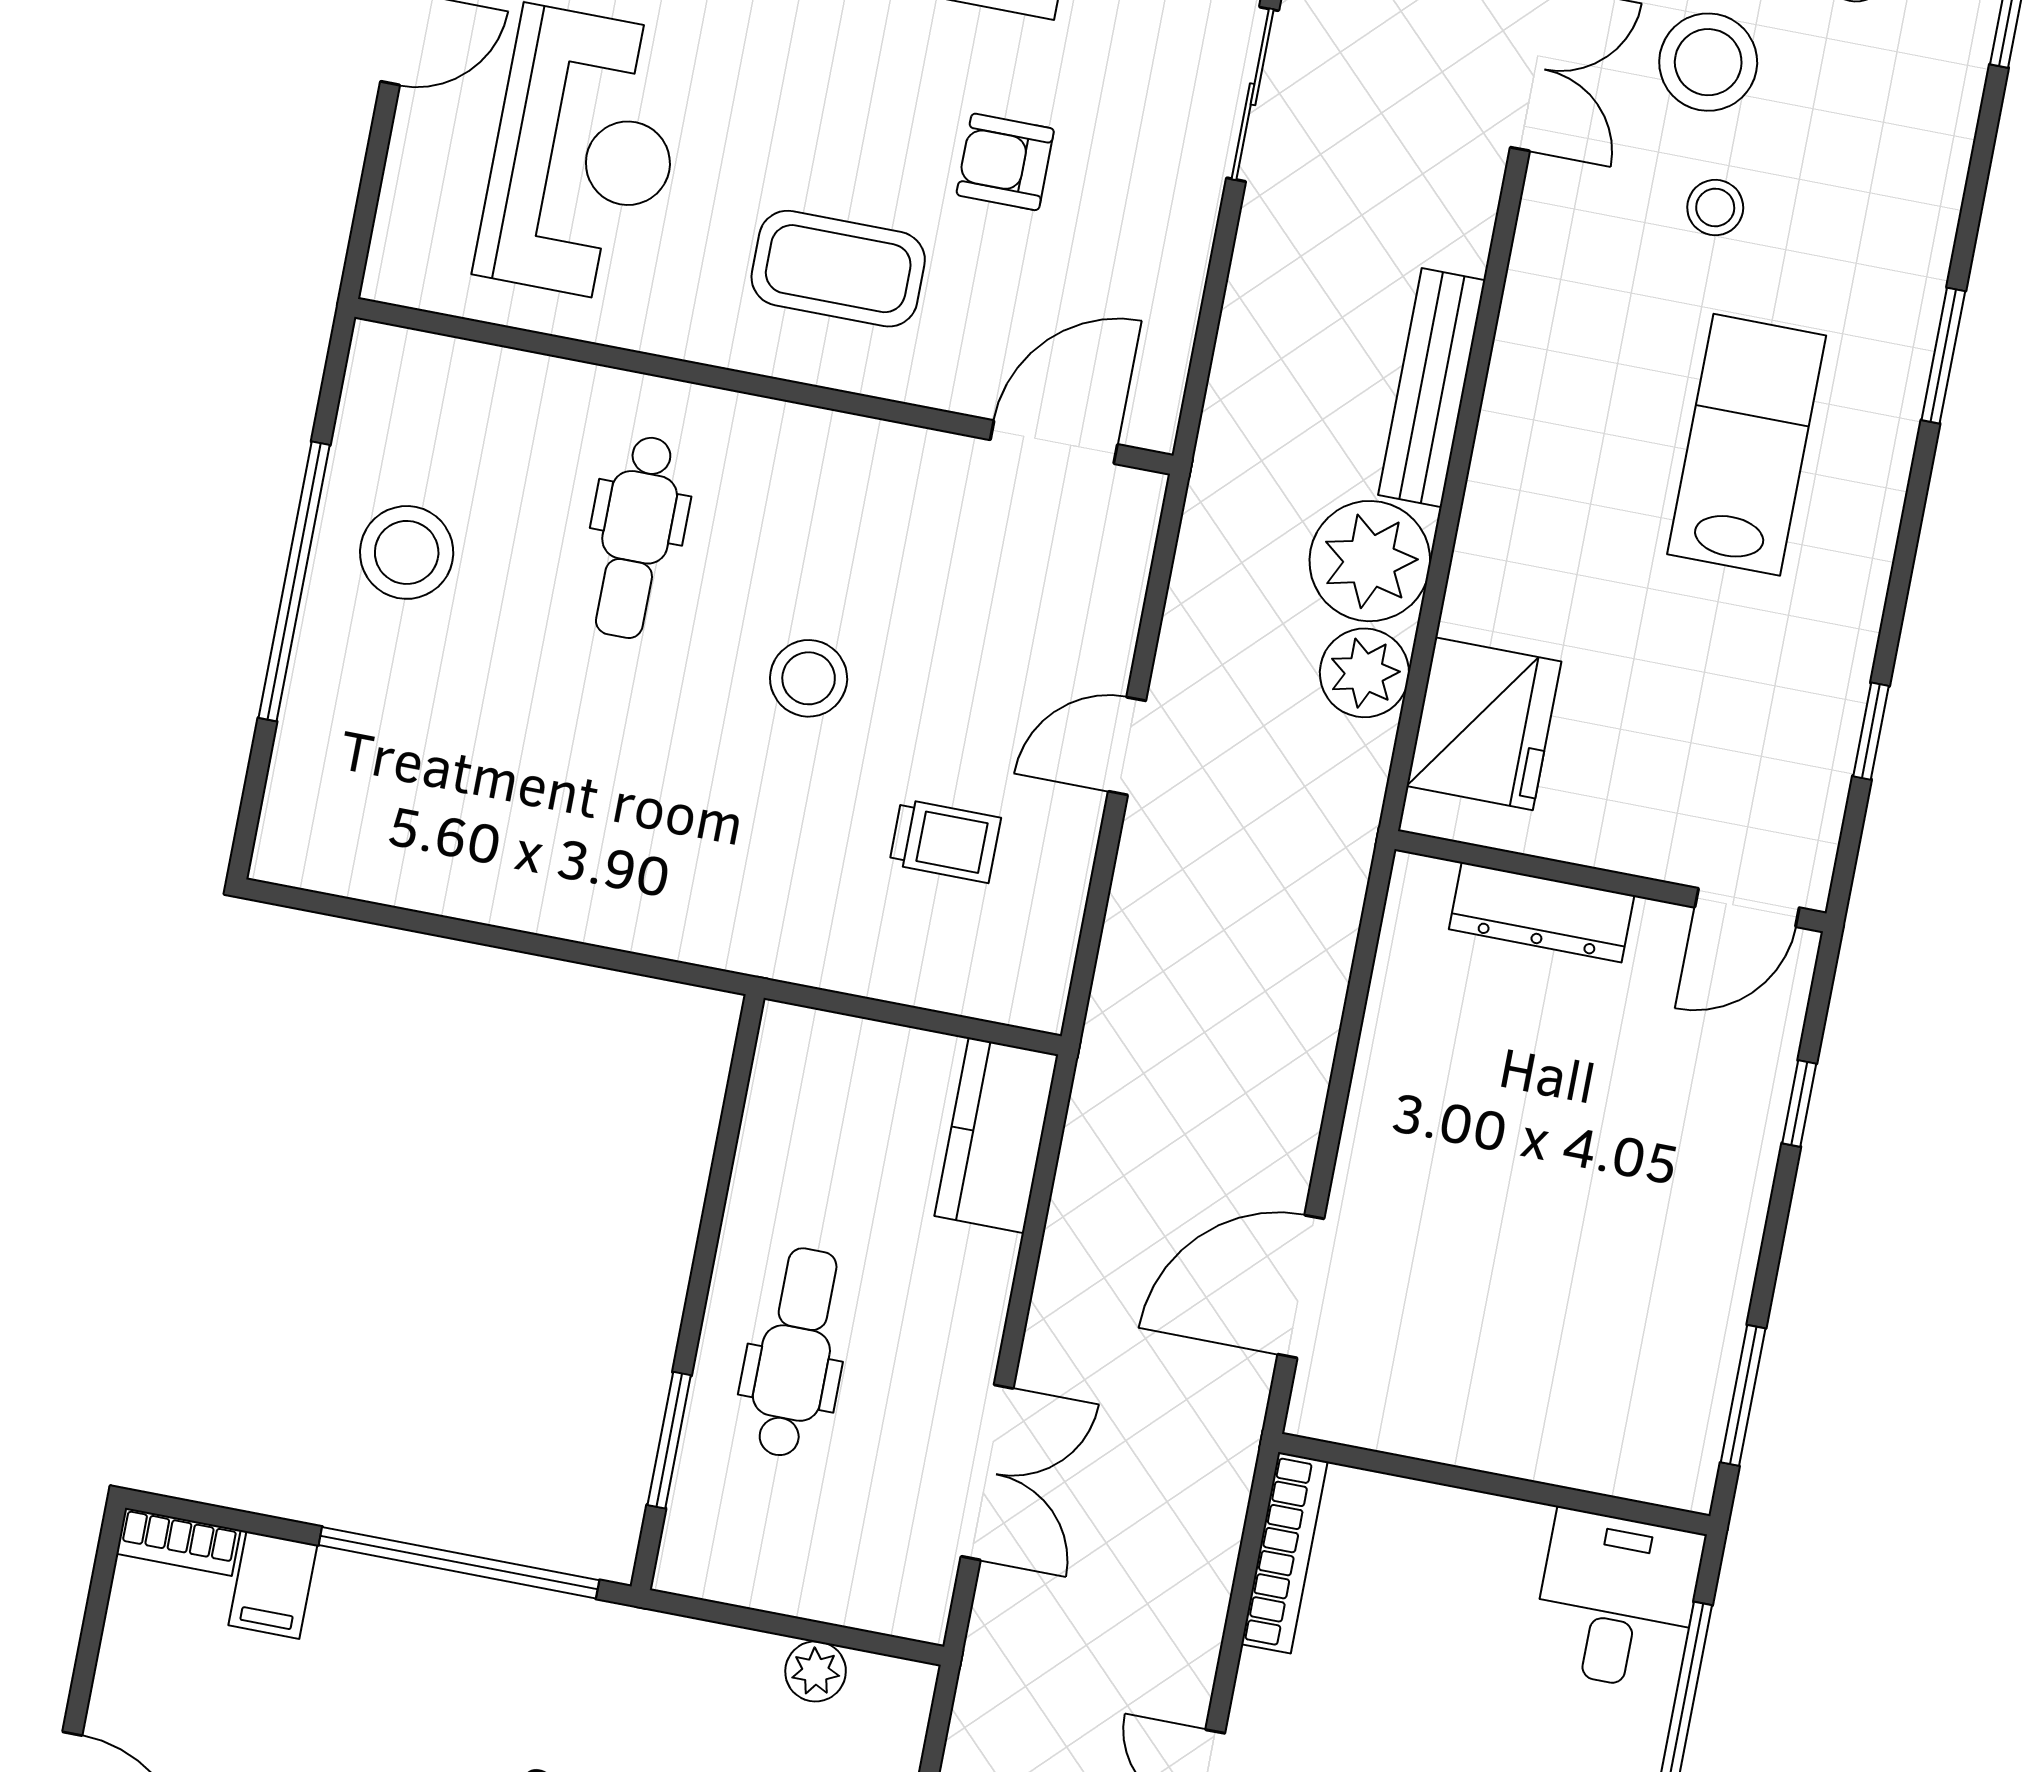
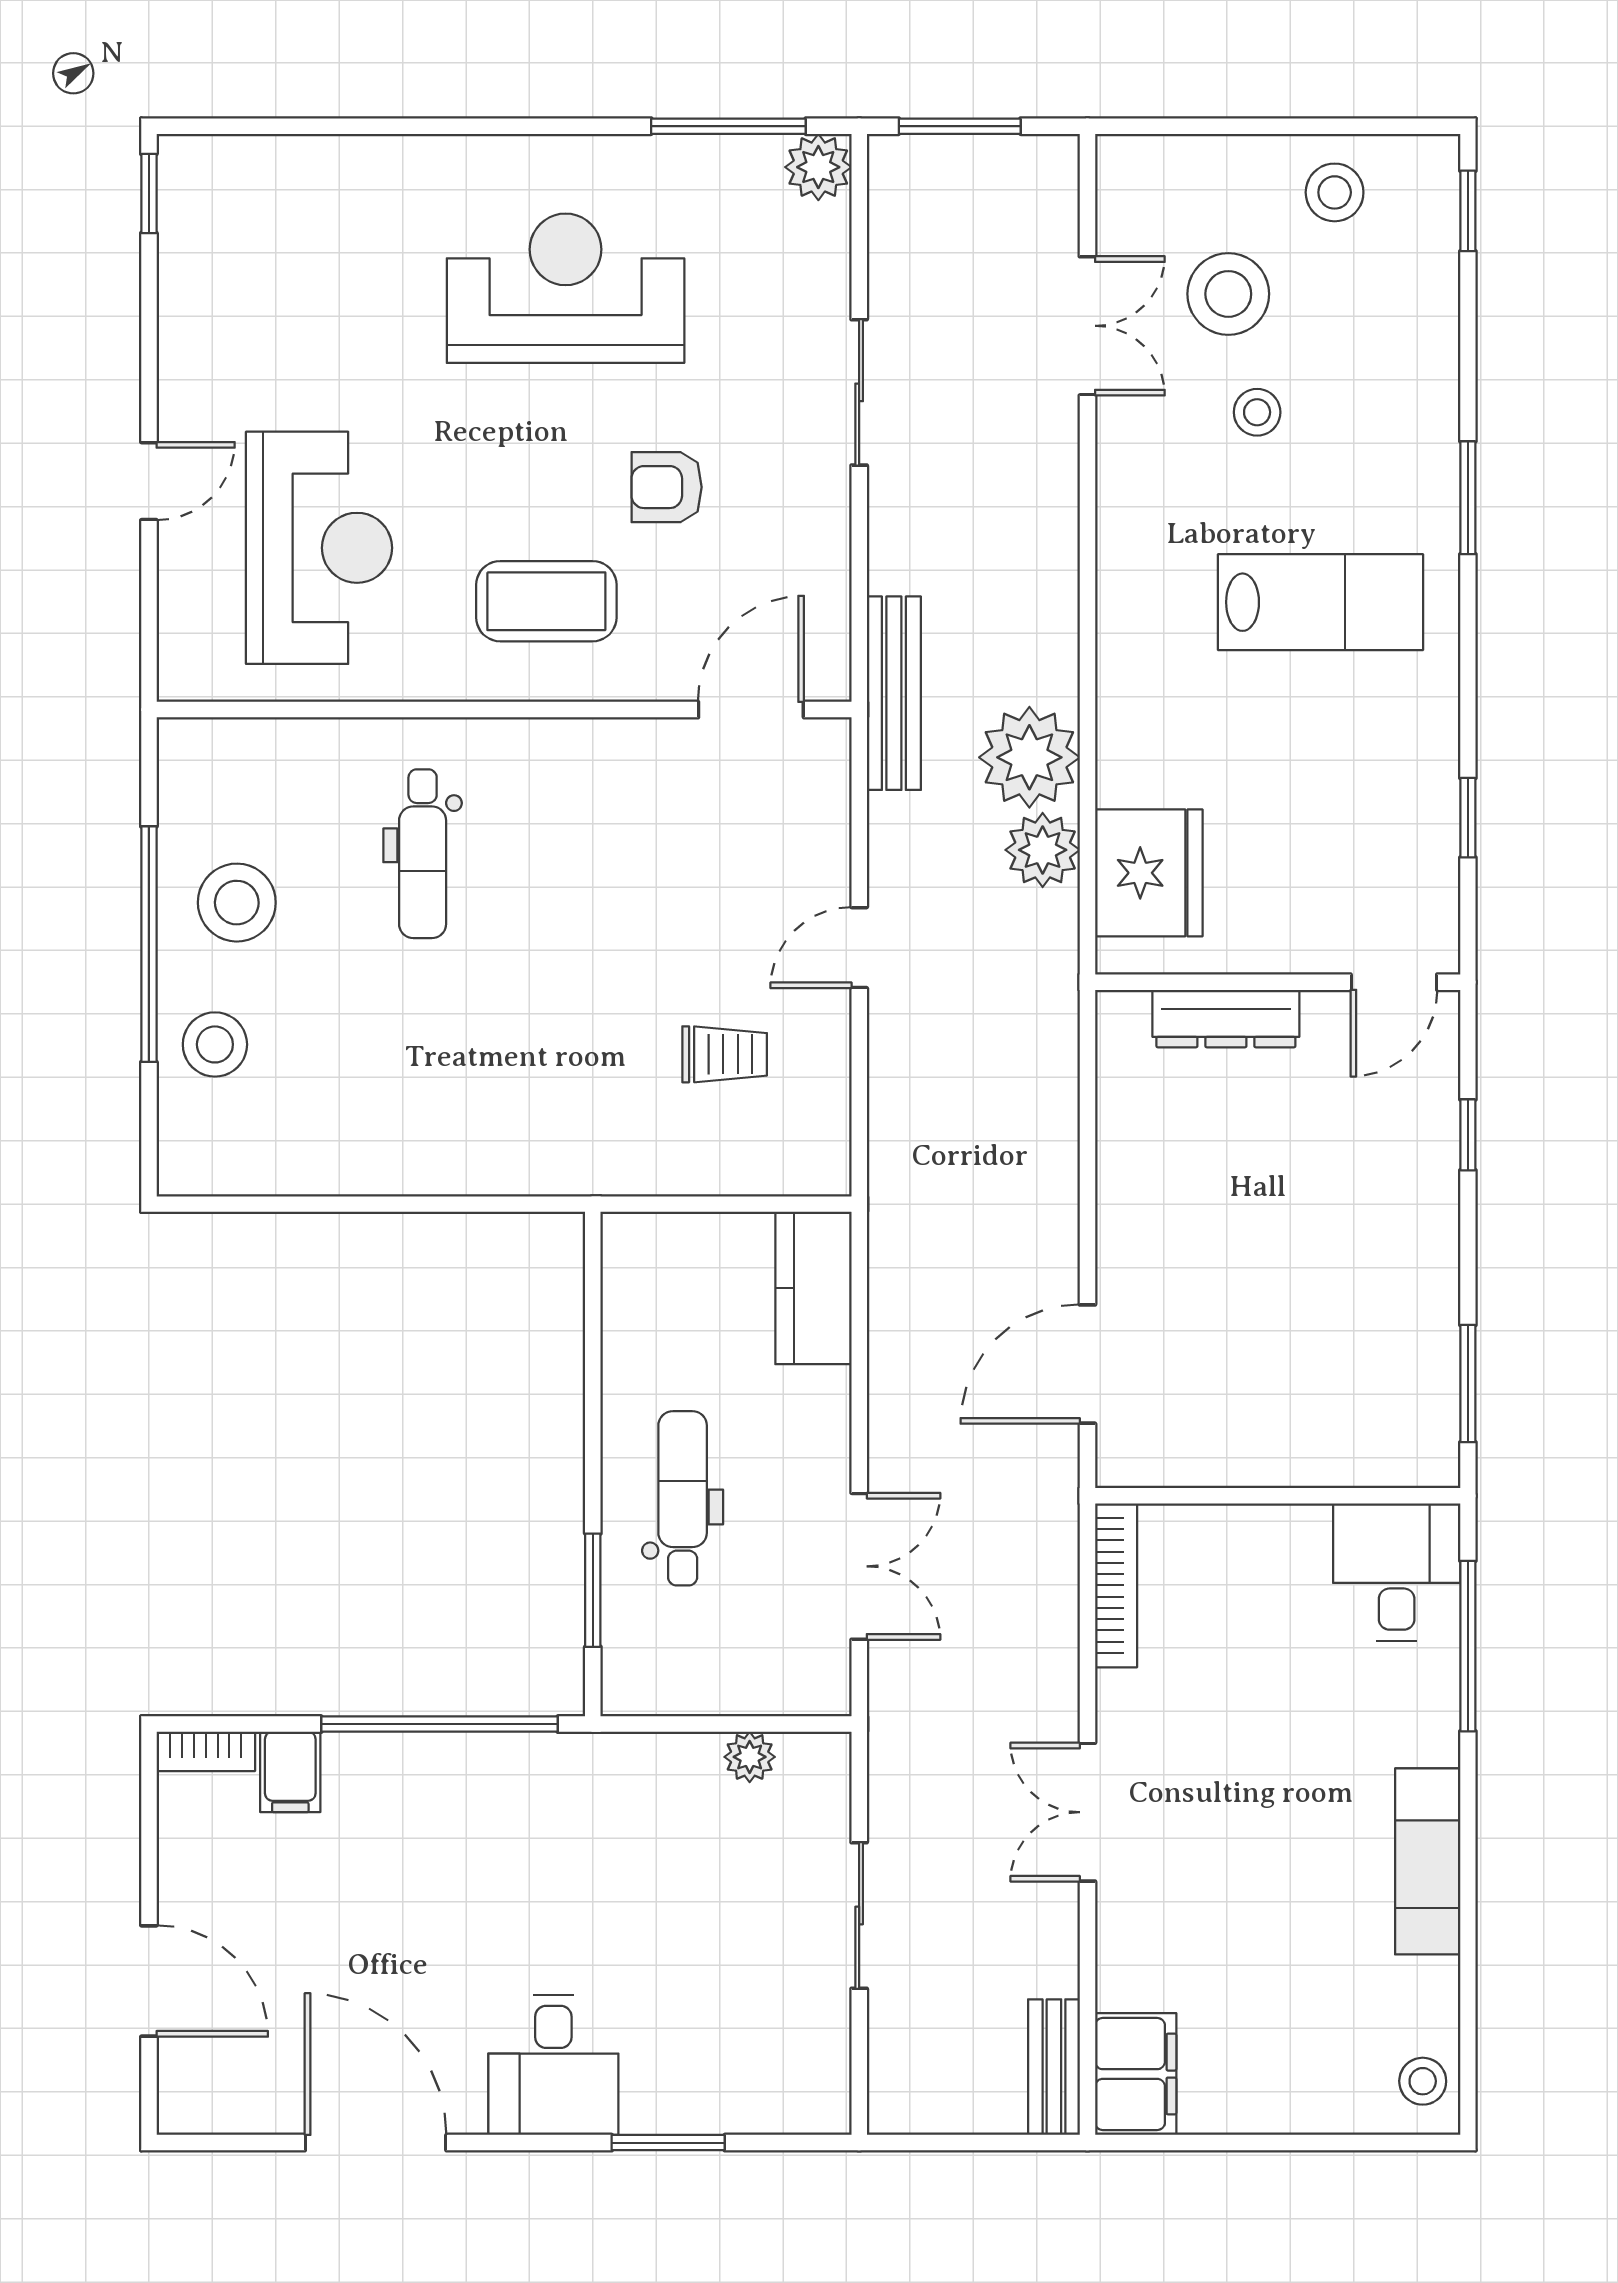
bench: (1432, 388) -> (894, 693), moved
lab bench: (1747, 445) -> (1320, 602), turned 90
stool: (809, 678) -> (215, 1044), moved

